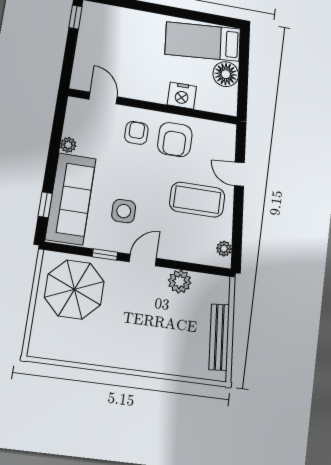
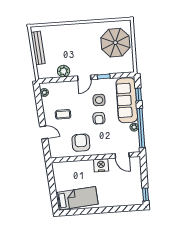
floor lamp: (226, 74) -> (61, 184), removed
nightstand: (182, 96) -> (101, 165), moved
armchair: (136, 133) -> (99, 118), moved
window: (56, 140) -> (141, 128), added
coffee table: (197, 200) -> (63, 114), width x0.54, depth x0.58
parasol: (74, 289) -> (115, 43), moved

